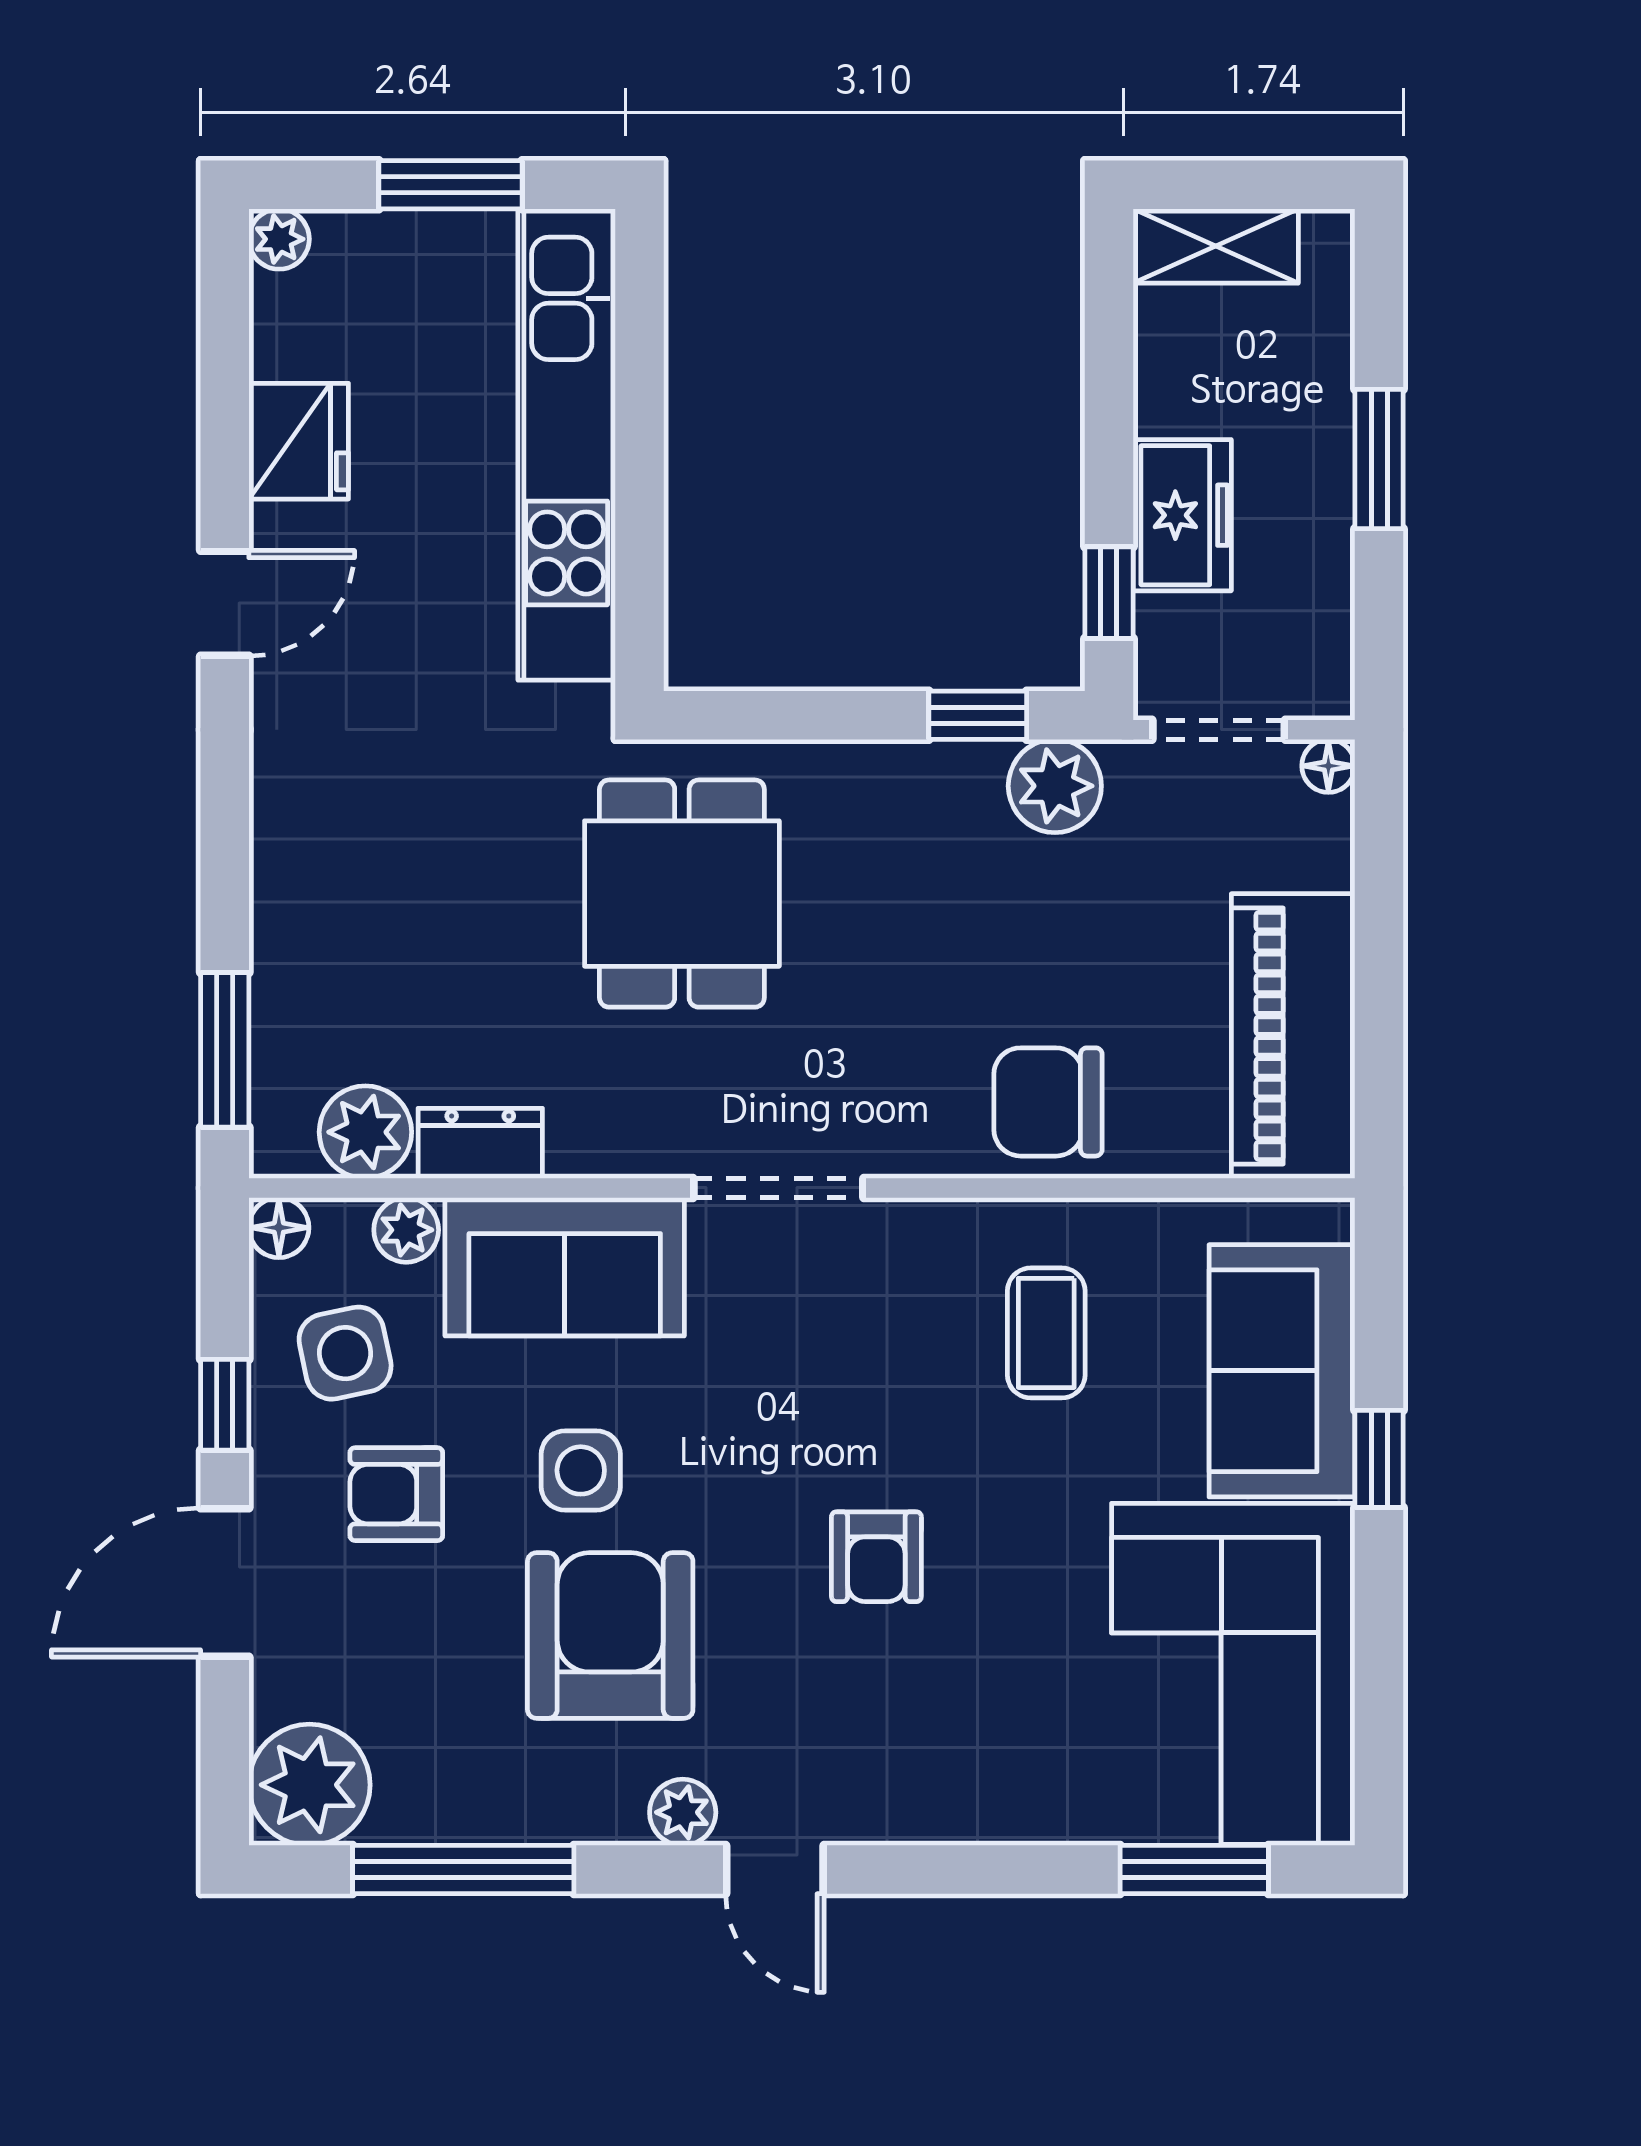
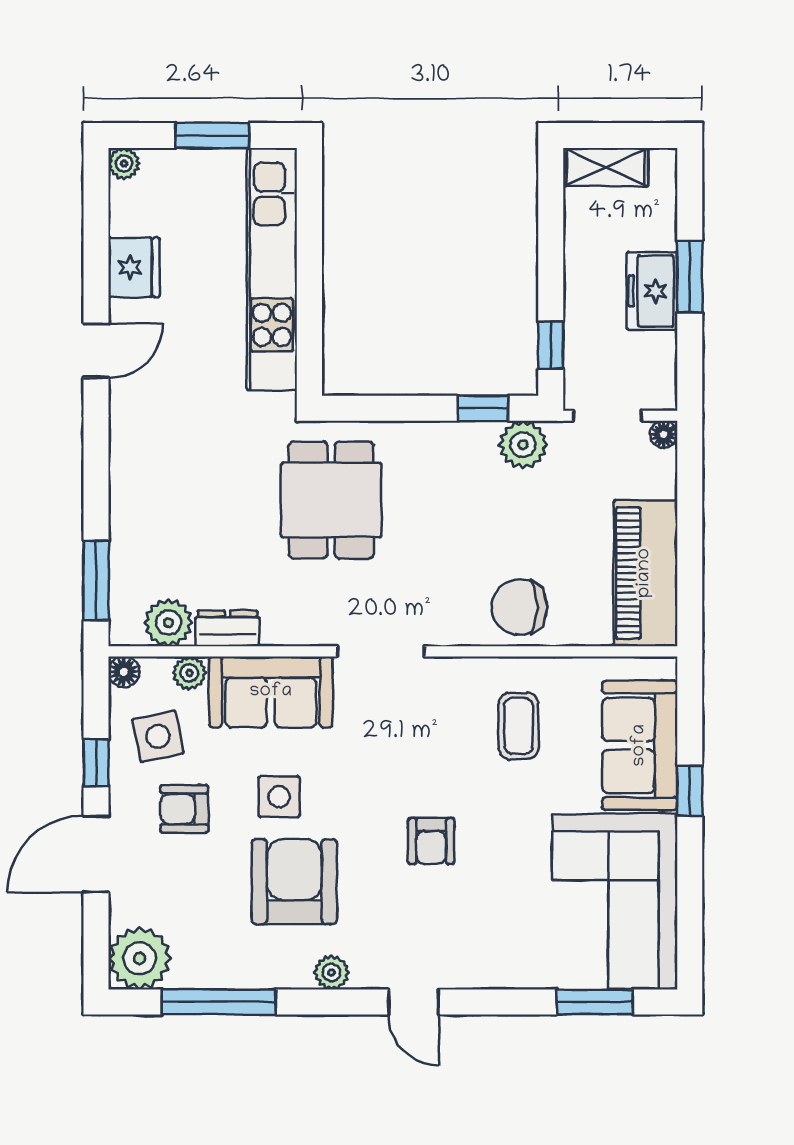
freezer: (1182, 515) -> (652, 291), moved, turned 180
door: (775, 1870) -> (413, 1002), moved

